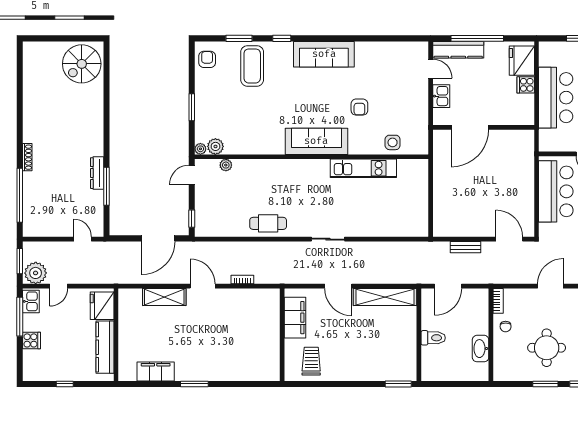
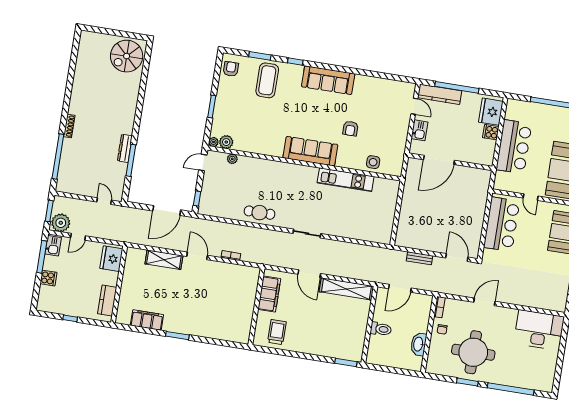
kitchen counter: (105, 347) -> (107, 301), width x0.67
round table: (547, 348) -> (473, 352), width x1.36, depth x1.36

